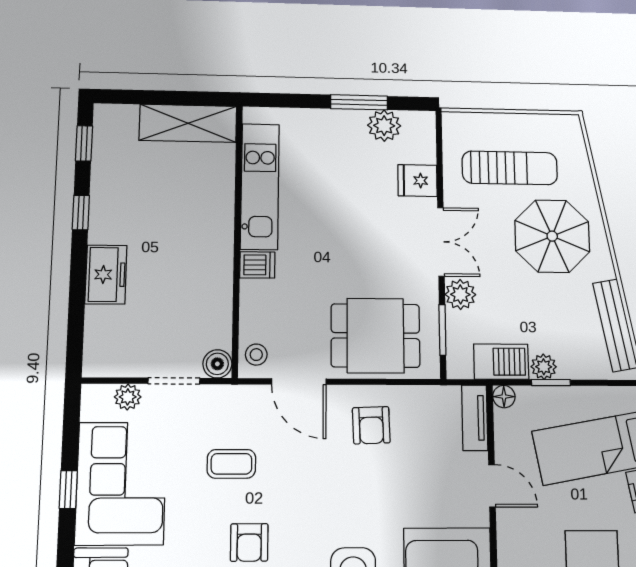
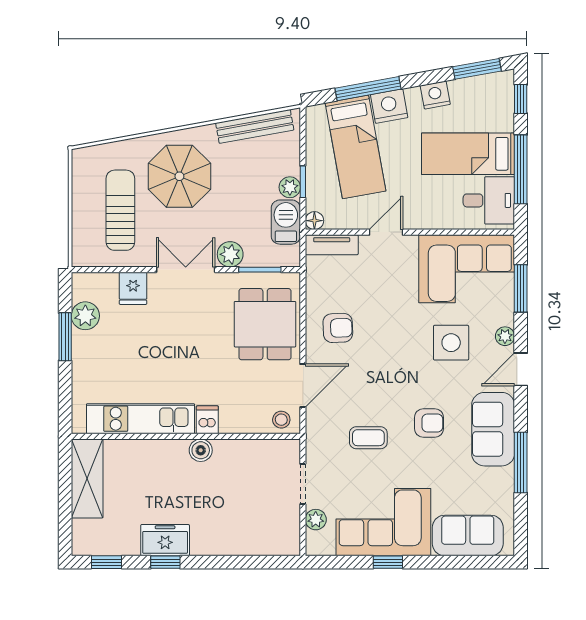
freezer: (106, 275) -> (165, 540), moved
boiler: (217, 364) -> (201, 450), moved
coffee table: (231, 464) -> (368, 438), turned 90

